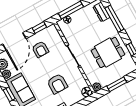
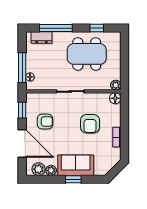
dining table: (108, 52) -> (87, 54), width x1.38
armchair: (57, 84) -> (90, 124), turned 90
window: (117, 84) -> (124, 63), removed

